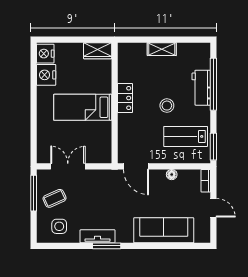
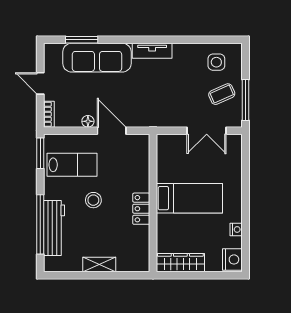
wardrobe: (98, 51) -> (180, 263), width x1.50
nightstand: (46, 75) -> (236, 229), width x0.53, depth x0.56
workbench: (201, 88) -> (54, 228), width x1.37
door: (136, 166) -> (112, 131), moved
tv unit: (98, 236) -> (152, 51), moved
window: (107, 246) -> (82, 40), moved

